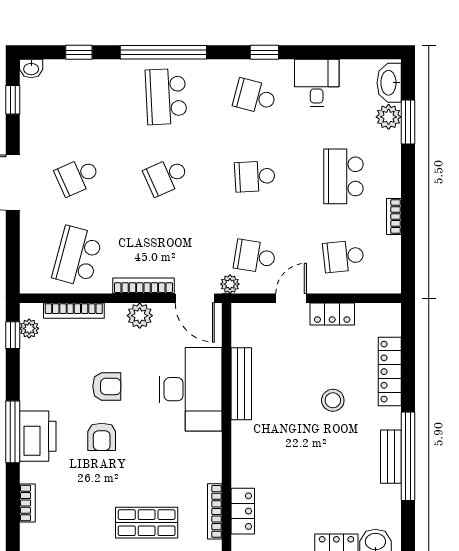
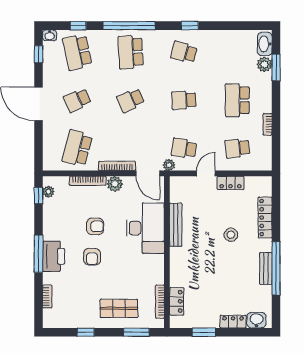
desk: (317, 83) -> (221, 44), removed
school desk: (77, 97) -> (77, 52), added
bookcase: (74, 311) -> (88, 181), moved

